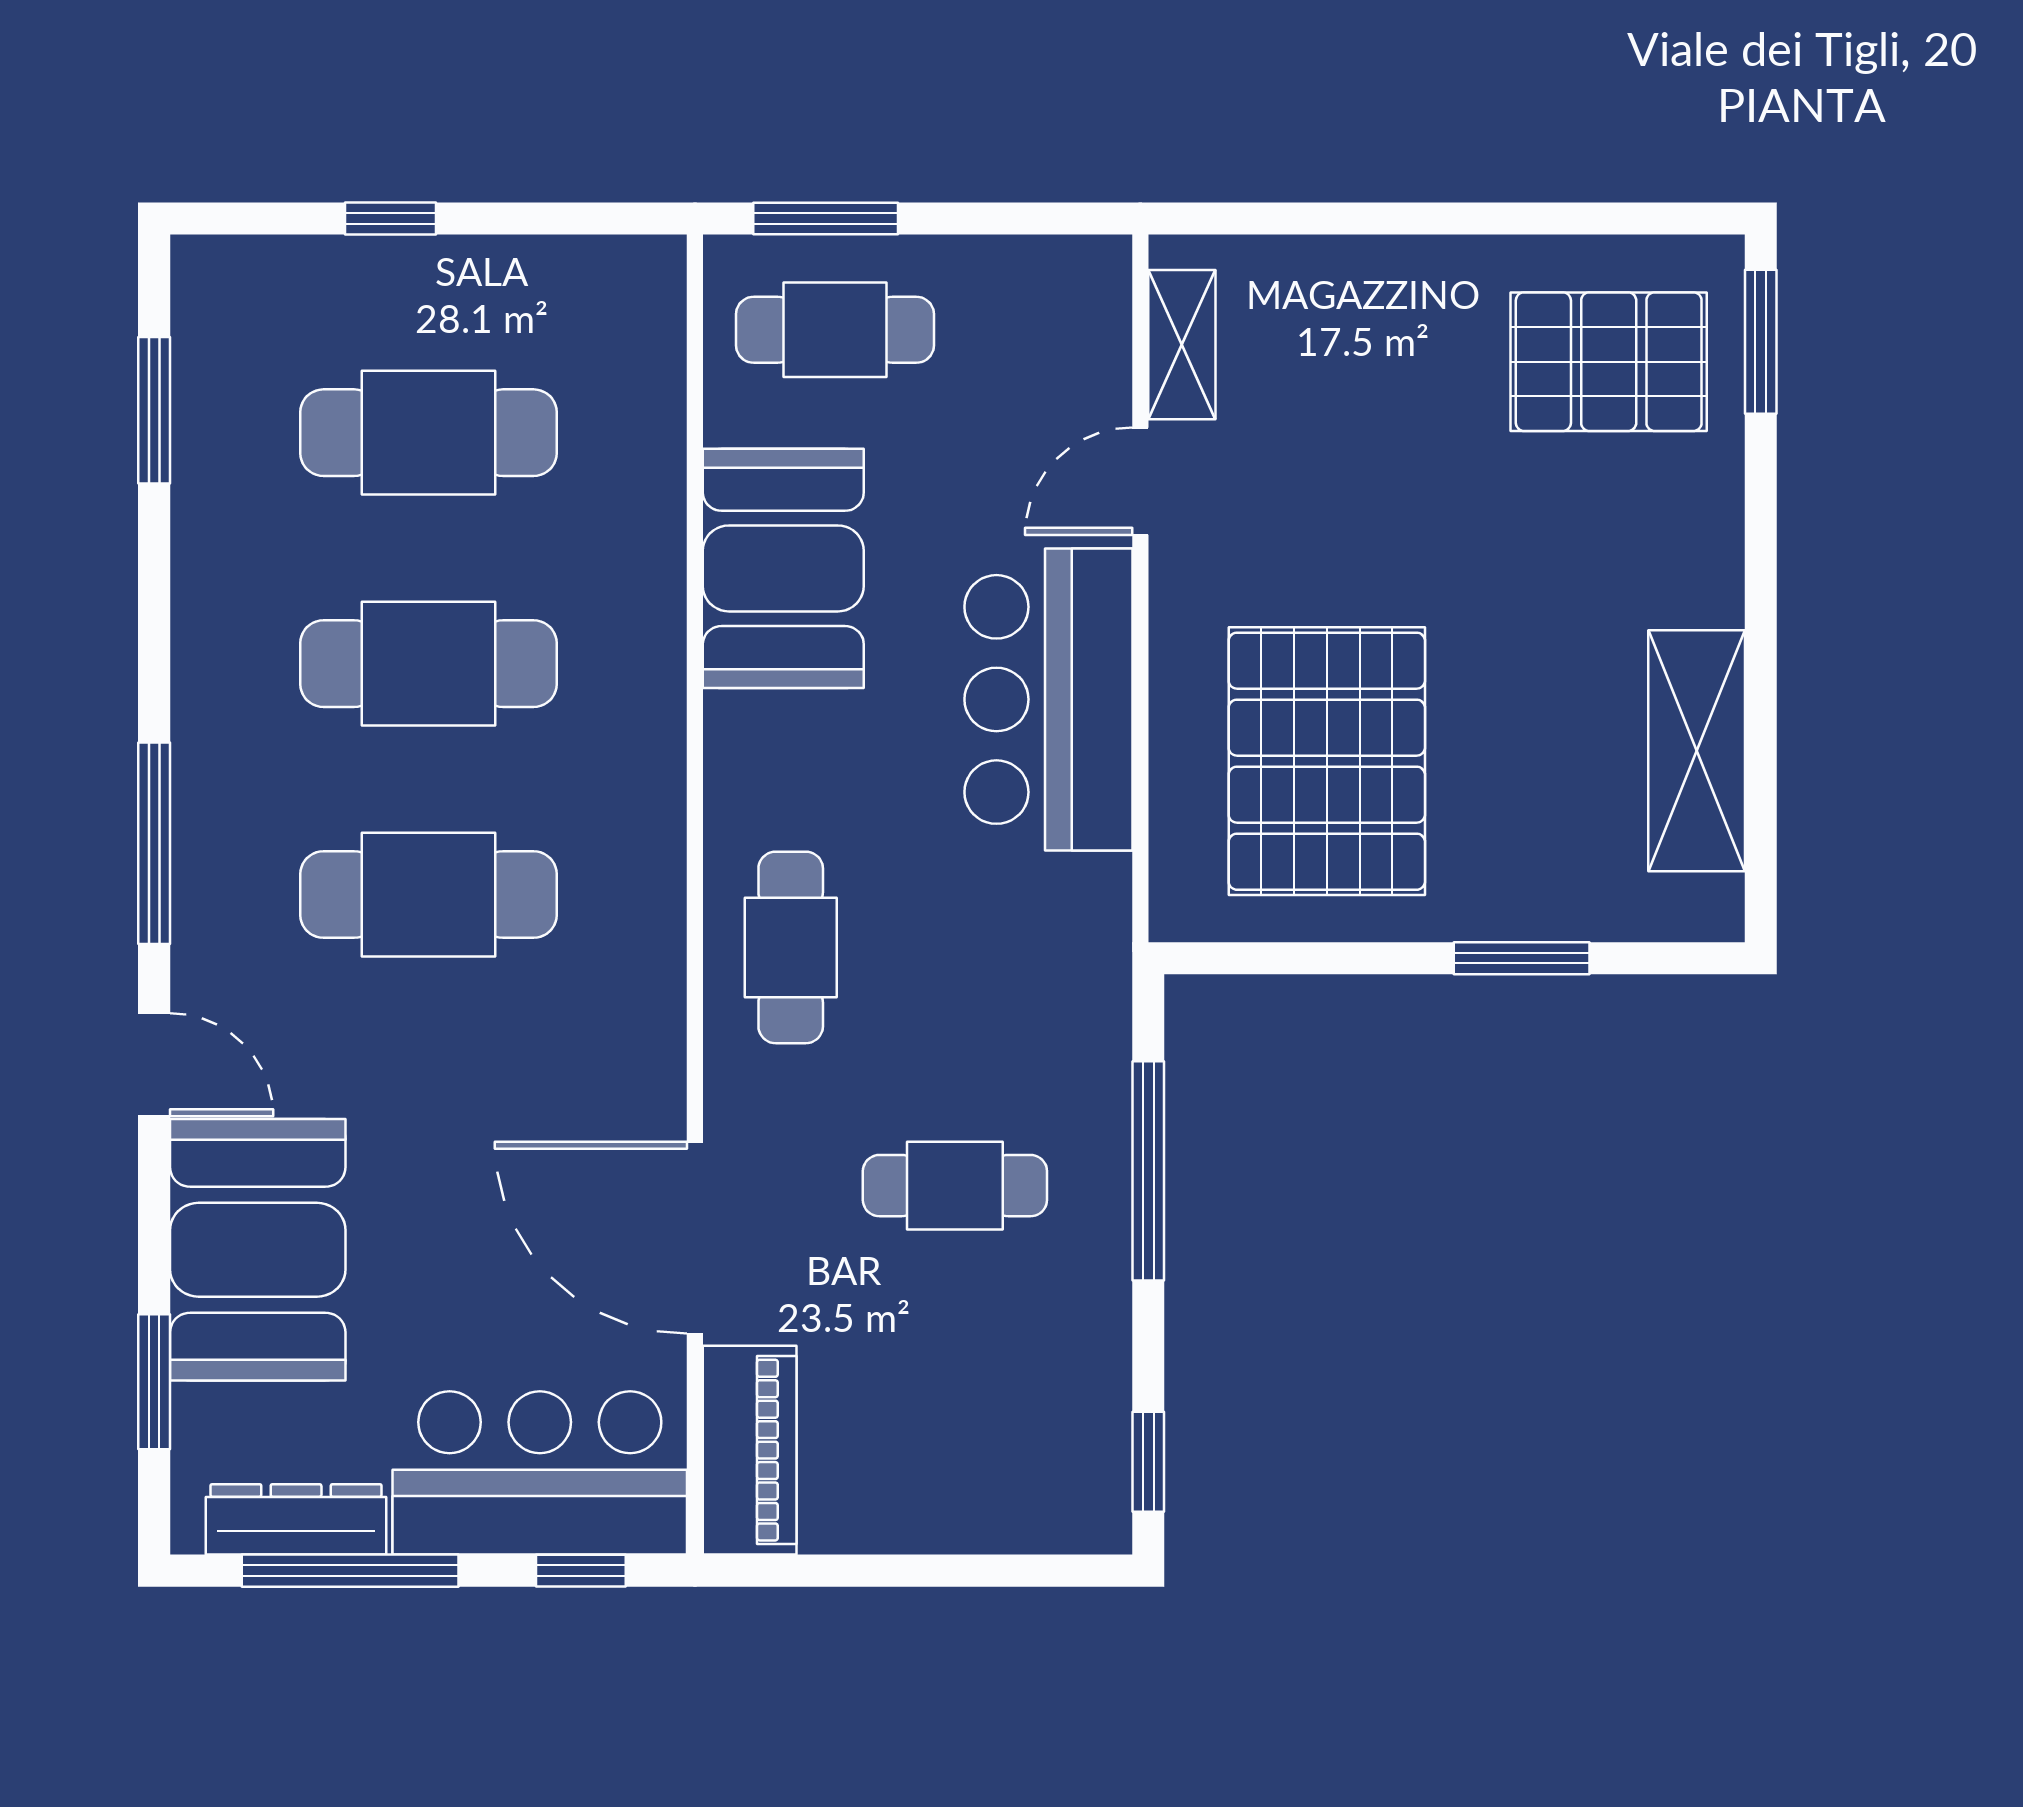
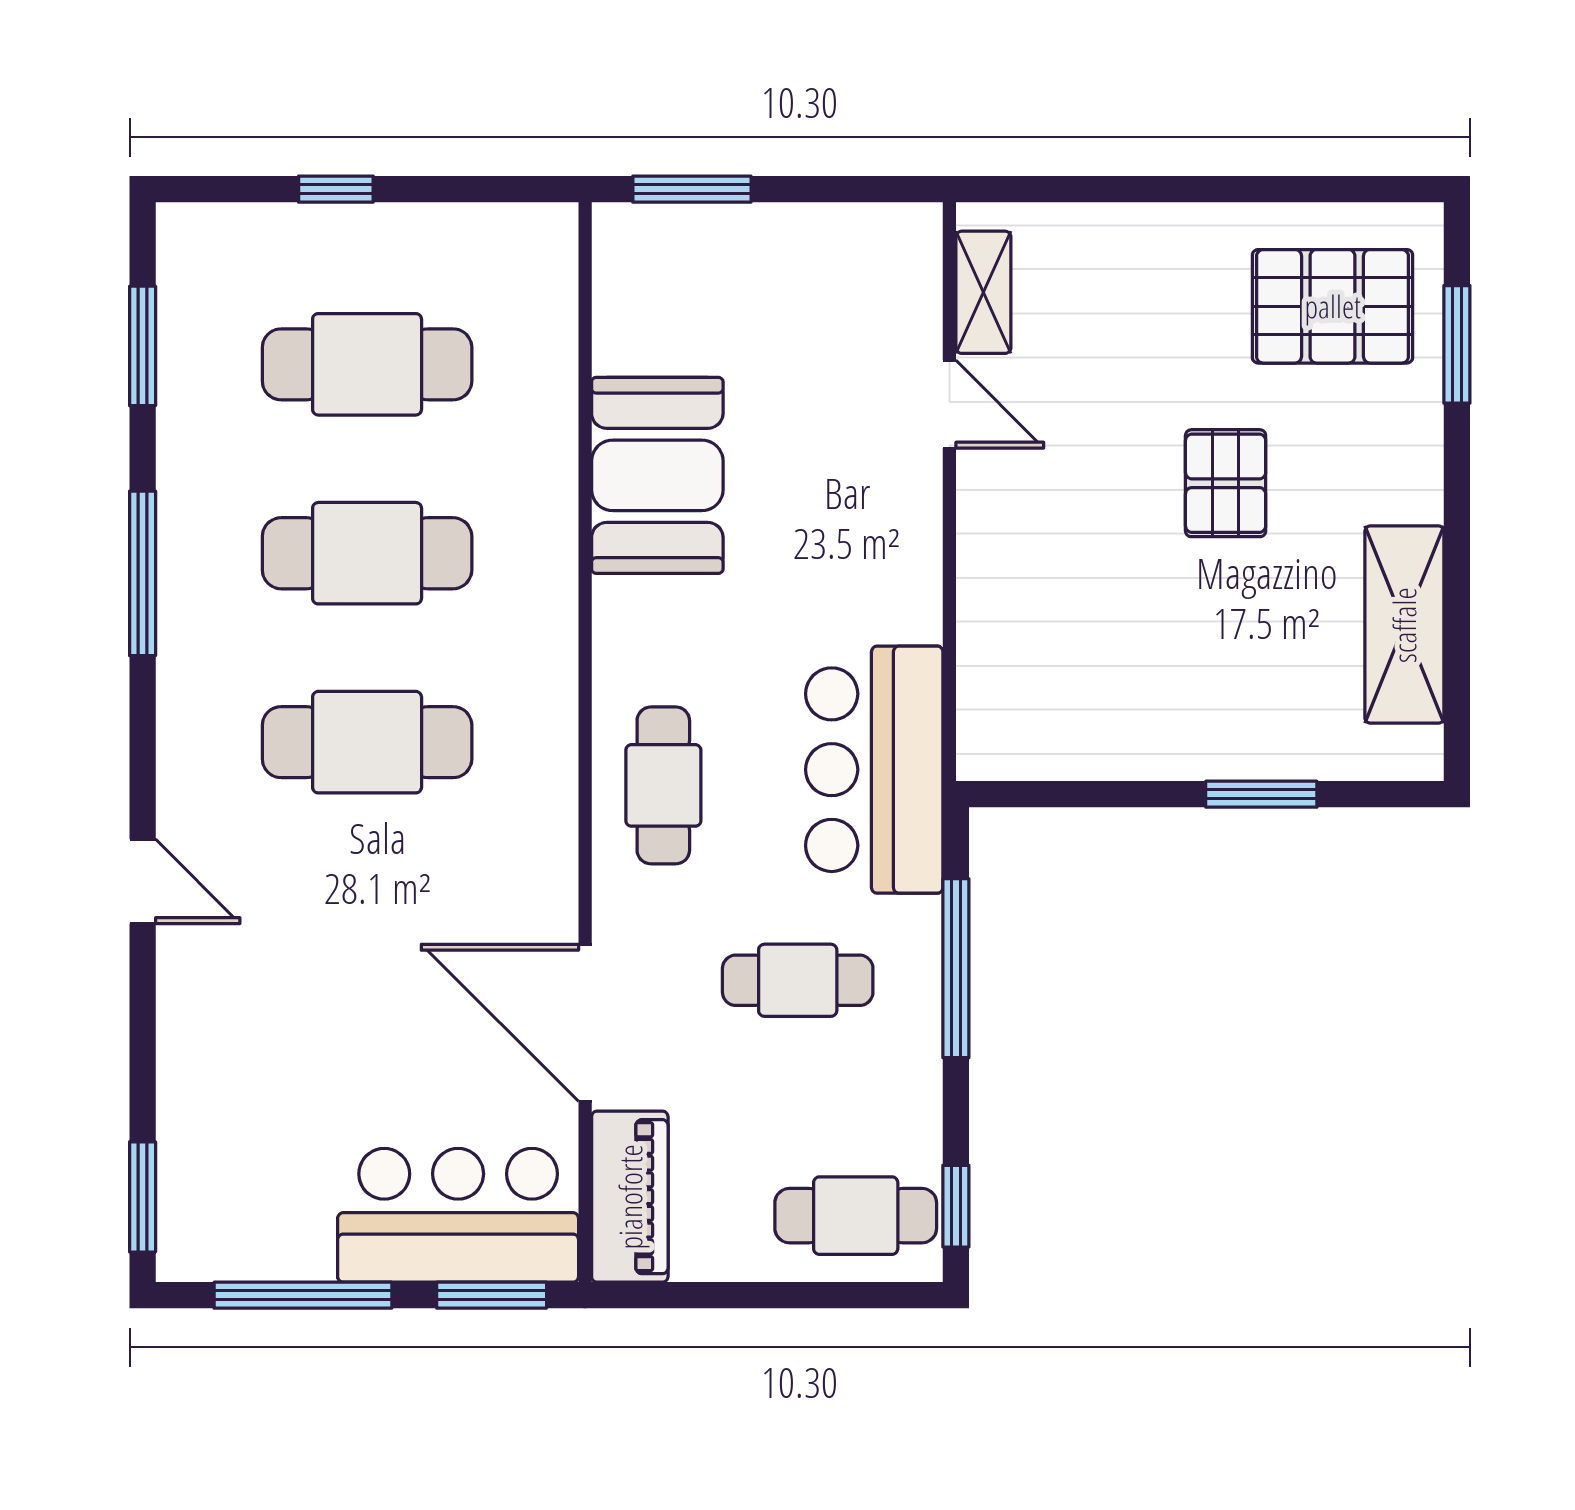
cafe table: (835, 330) -> (856, 1216), moved
window: (1761, 342) -> (1457, 344), moved
door: (1140, 481) -> (949, 404), swing flipped
bar counter: (1048, 699) -> (874, 770), moved
pallet: (1327, 761) -> (1226, 483), moved, width x0.49, depth x0.50
window: (154, 843) -> (143, 573), moved
booth: (258, 1250) -> (227, 1033), removed
window: (154, 1382) -> (143, 1197), moved
dresser: (296, 1519) -> (259, 1253), removed
window: (581, 1571) -> (492, 1295), width x1.50

